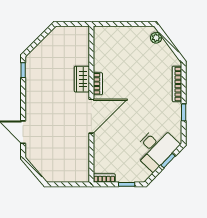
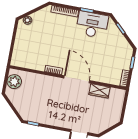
plant: (73, 35) -> (14, 82), added
wardrobe: (82, 79) -> (99, 91), moved
desk: (156, 148) -> (92, 25), moved, turned -44

